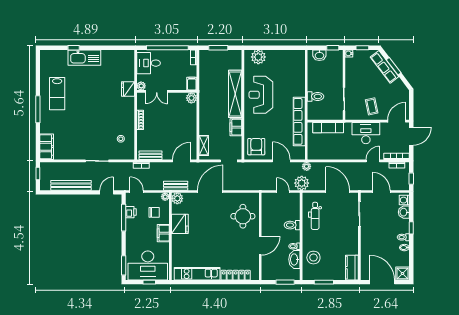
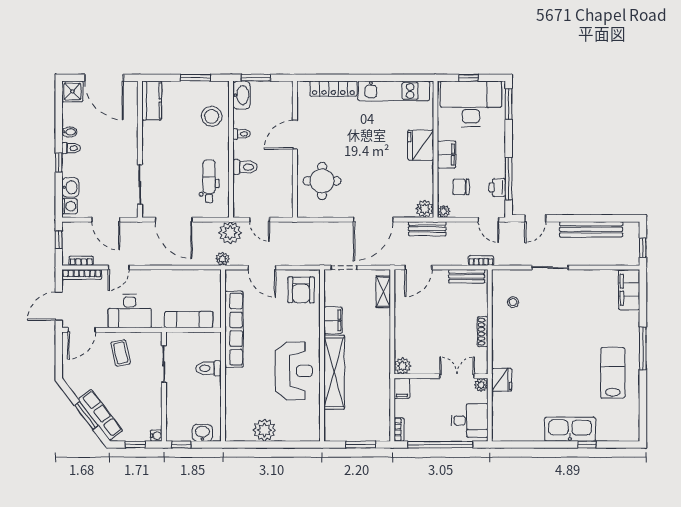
plant: (258, 57) -> (264, 430), moved
fridge: (180, 224) -> (421, 145), moved
washbasin: (294, 259) -> (241, 95), moved

